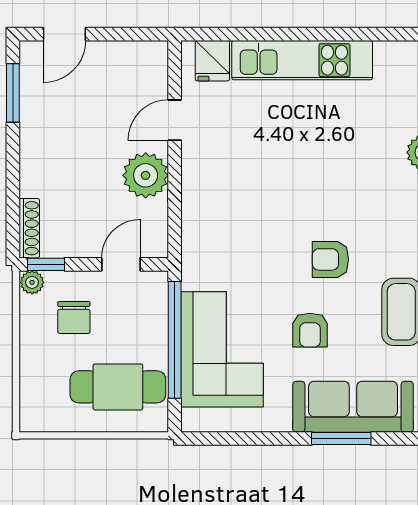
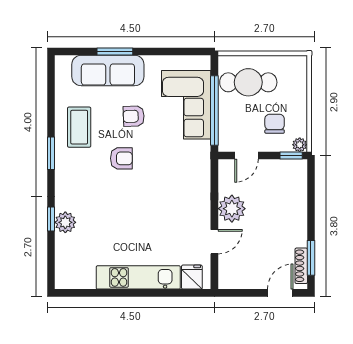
shoe rack: (29, 228) -> (301, 266), moved
armchair: (310, 330) -> (134, 116), turned -92

